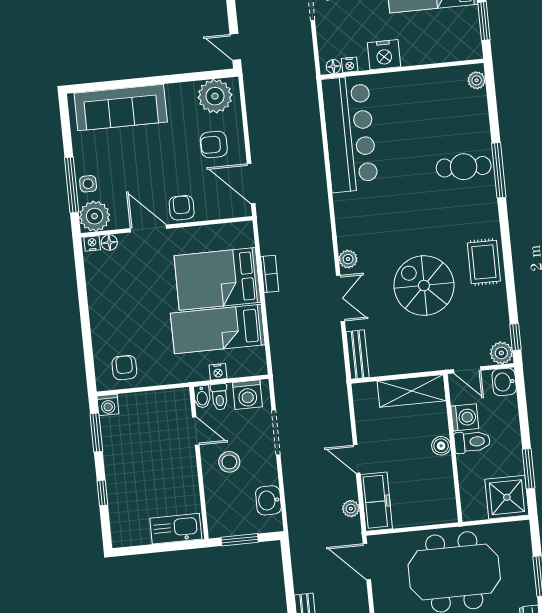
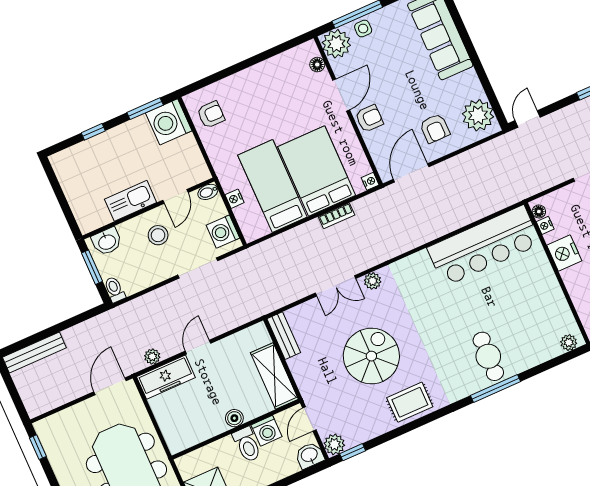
armchair: (214, 145) -> (435, 128), turned 180
nightstand: (92, 243) -> (370, 181), moved
bench: (358, 355) -> (284, 336), moved, turned 90
toilet: (219, 397) -> (115, 289), moved, turned 90
washing machine: (108, 405) -> (169, 122), width x1.89, depth x1.89
washbasin: (268, 500) -> (107, 242), moved, turned 180
kitchen sink: (176, 529) -> (131, 201), moved, turned -90

